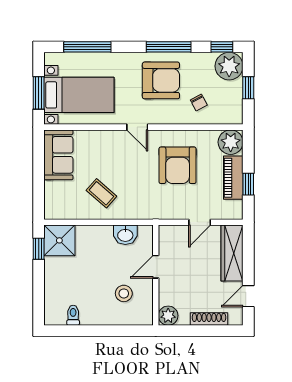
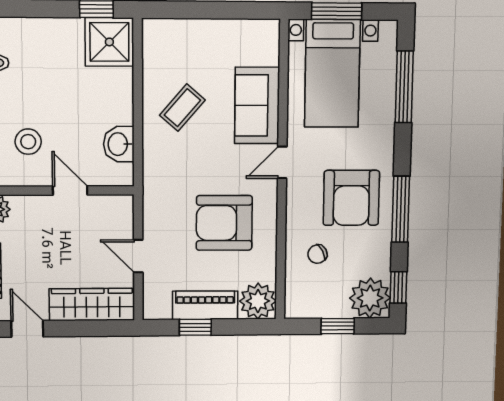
sofa: (58, 155) -> (257, 105), moved, turned 90

